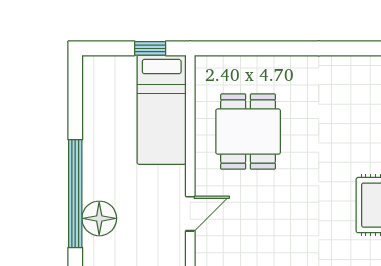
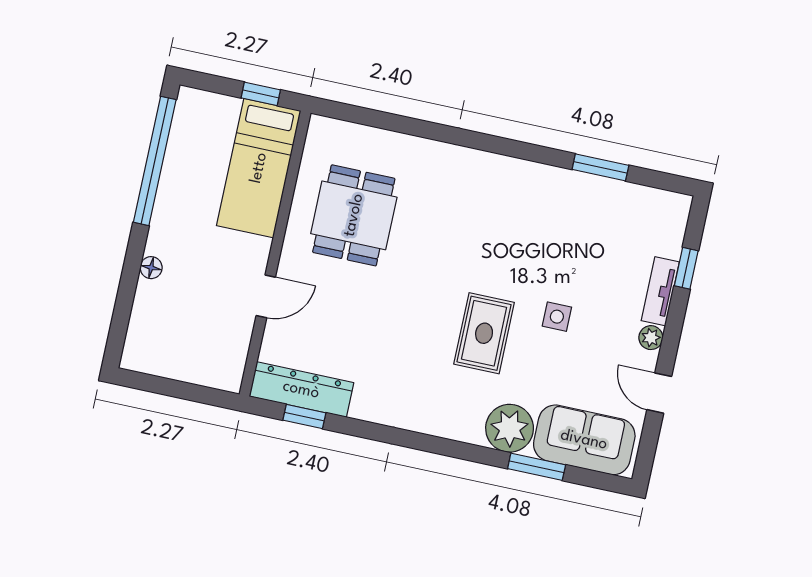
window: (75, 194) -> (155, 161), moved
floor lamp: (99, 218) -> (151, 268), width x0.53, depth x0.53

